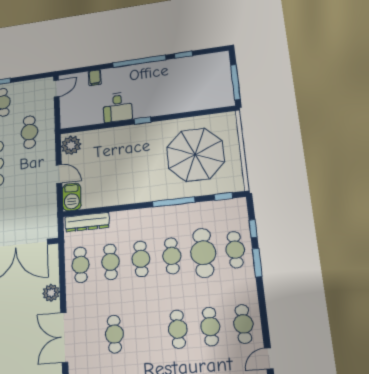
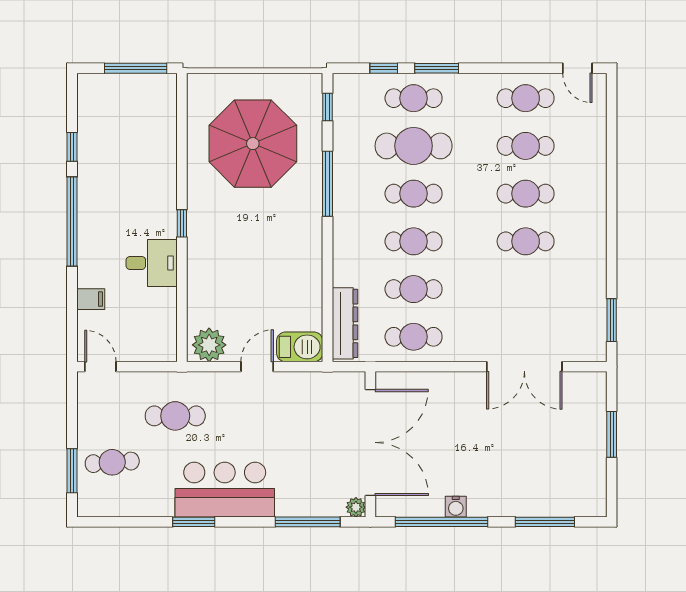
plant: (51, 293) -> (454, 385), removed
cafe table: (114, 334) -> (526, 241), moved

